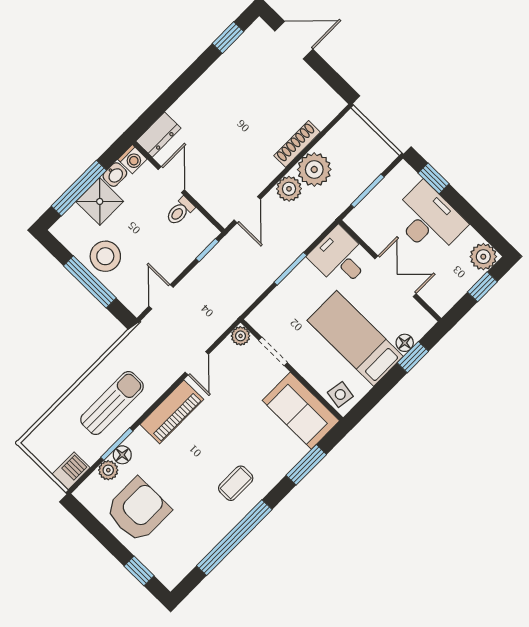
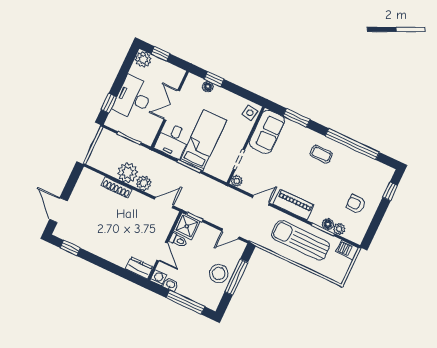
door: (171, 180) -> (162, 252), swing flipped
shower: (100, 201) -> (187, 226), moved
bed: (355, 338) -> (203, 140), moved, turned 180
sun lounger: (112, 403) -> (301, 240), width x1.36, depth x1.34
armchair: (138, 510) -> (356, 204), width x0.53, depth x0.53

